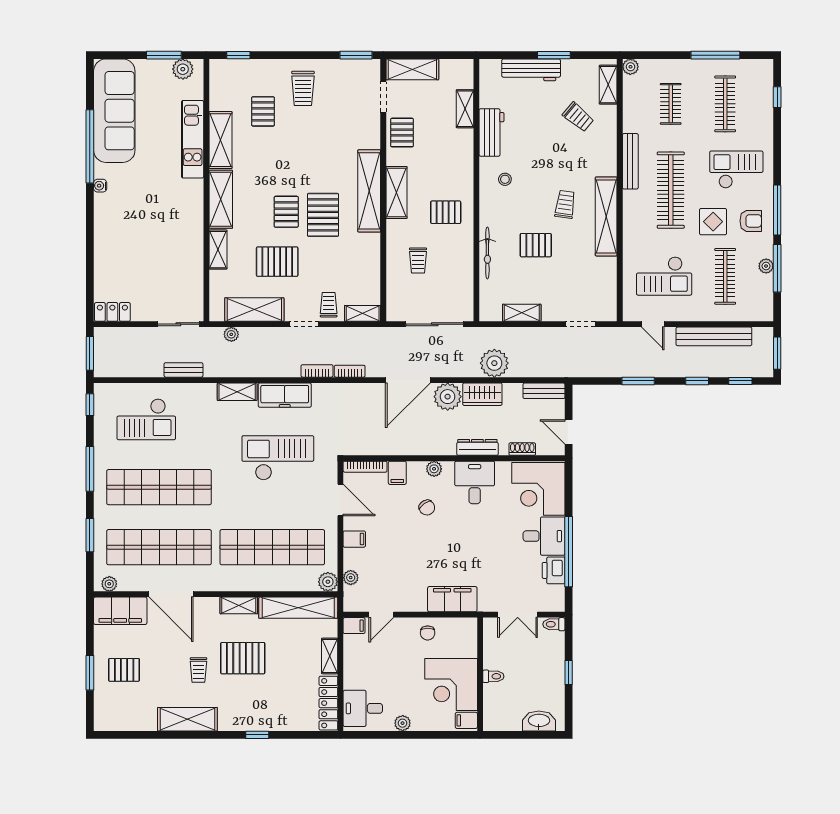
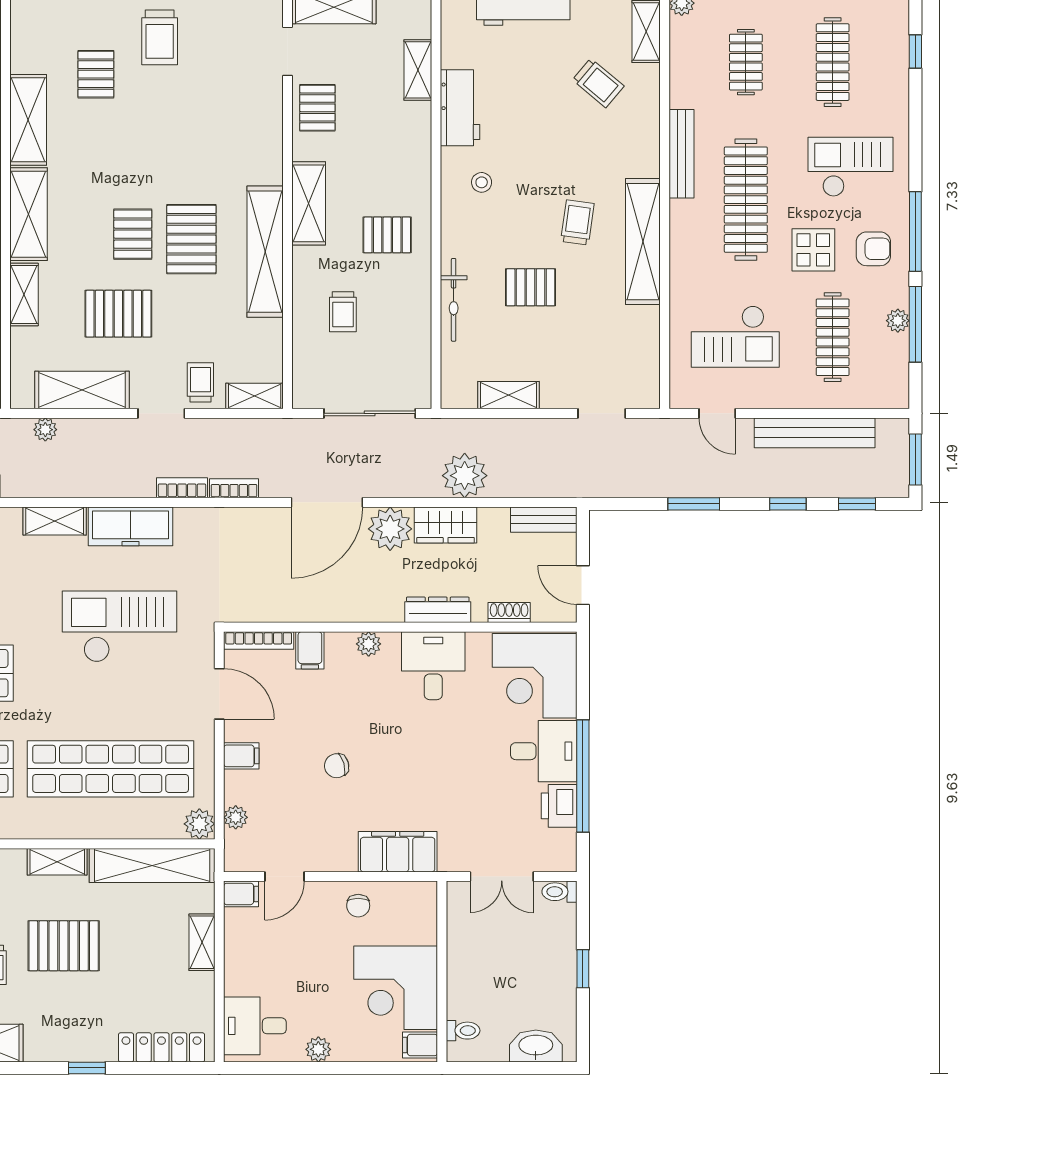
shelving: (369, 191) -> (265, 252), moved
chair: (427, 508) -> (337, 766), moved, turned 109
toilet: (493, 676) -> (463, 1031), moved
locker: (328, 703) -> (161, 1047), moved, turned 90

